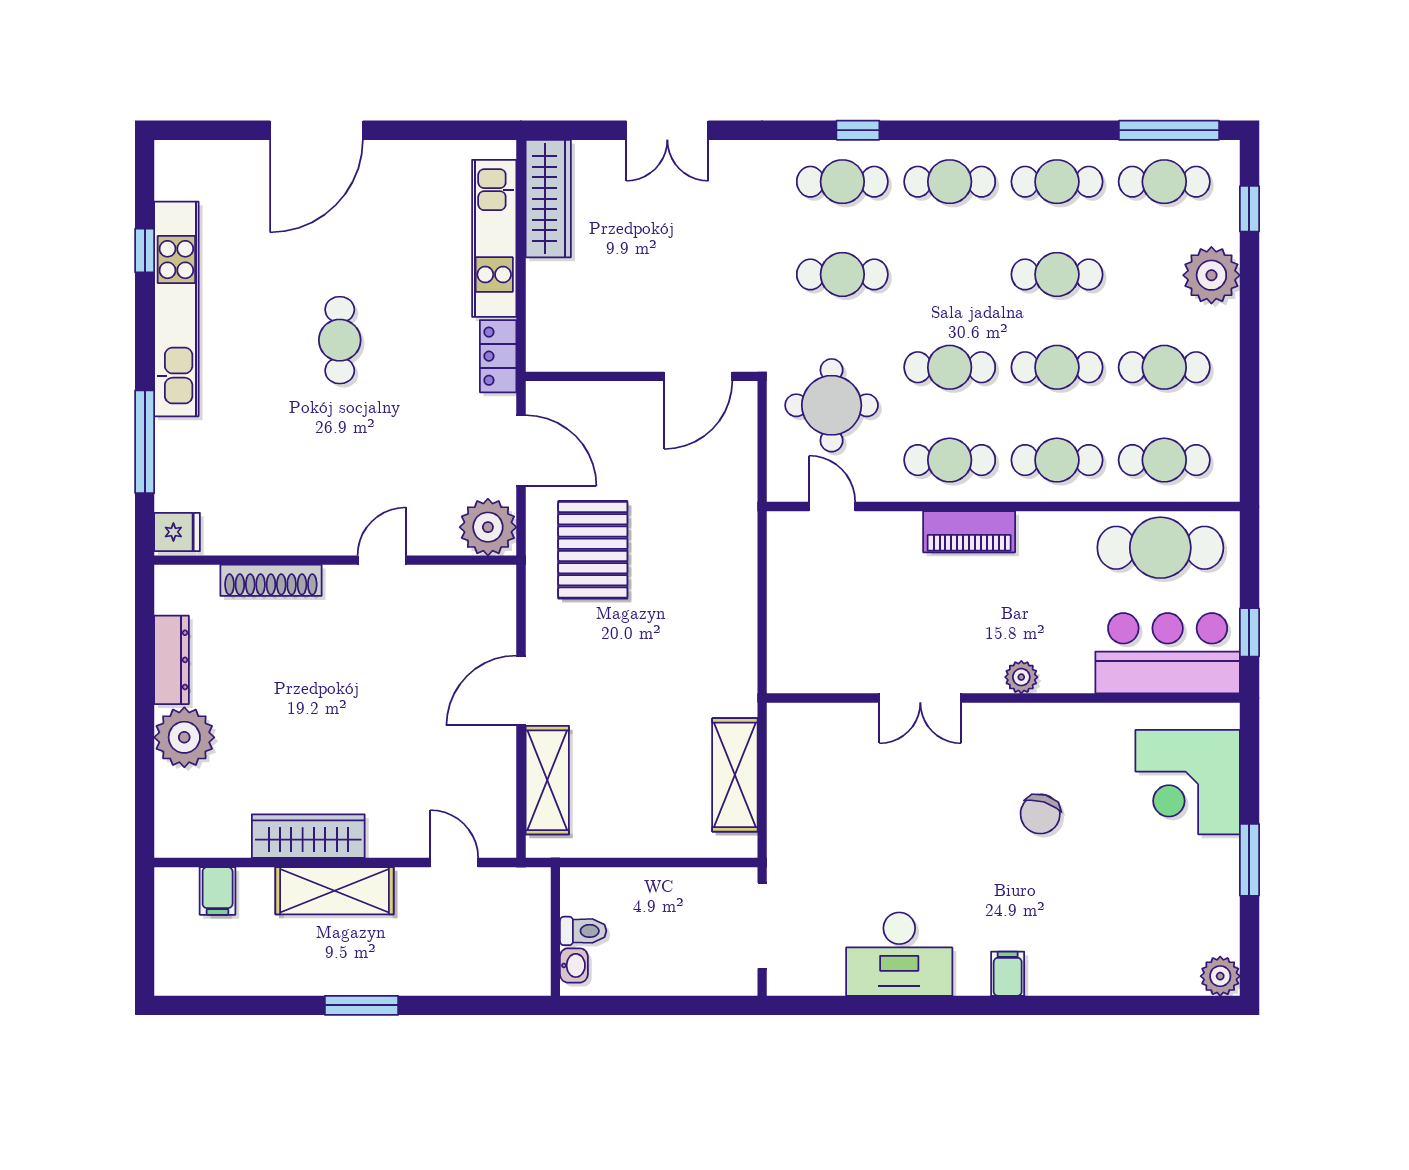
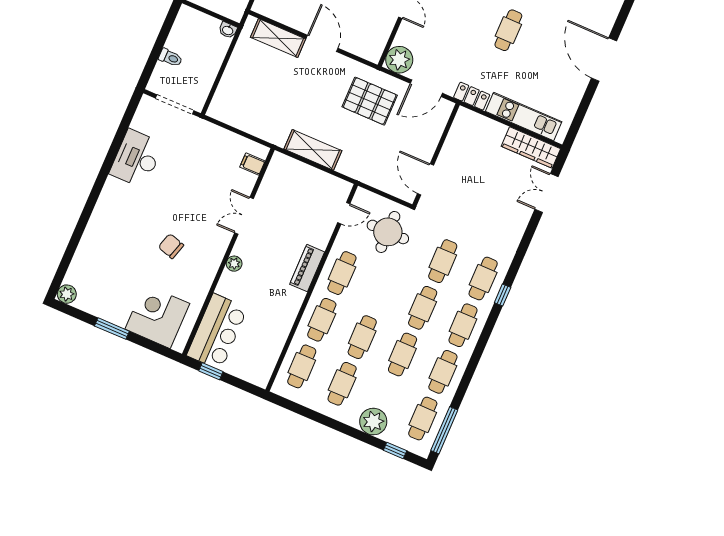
double door: (667, 130) -> (546, 193), moved
cafe table: (340, 340) -> (508, 30), turned 90
cafe table: (950, 367) -> (423, 308), moved
cafe table: (1160, 548) -> (264, 348), removed
shelving: (735, 775) -> (313, 150), moved
toilet: (583, 931) -> (170, 58), moved, turned -90
washbasin: (574, 965) -> (228, 30), moved
filing cabinet: (1008, 974) -> (252, 164), moved, turned 180

